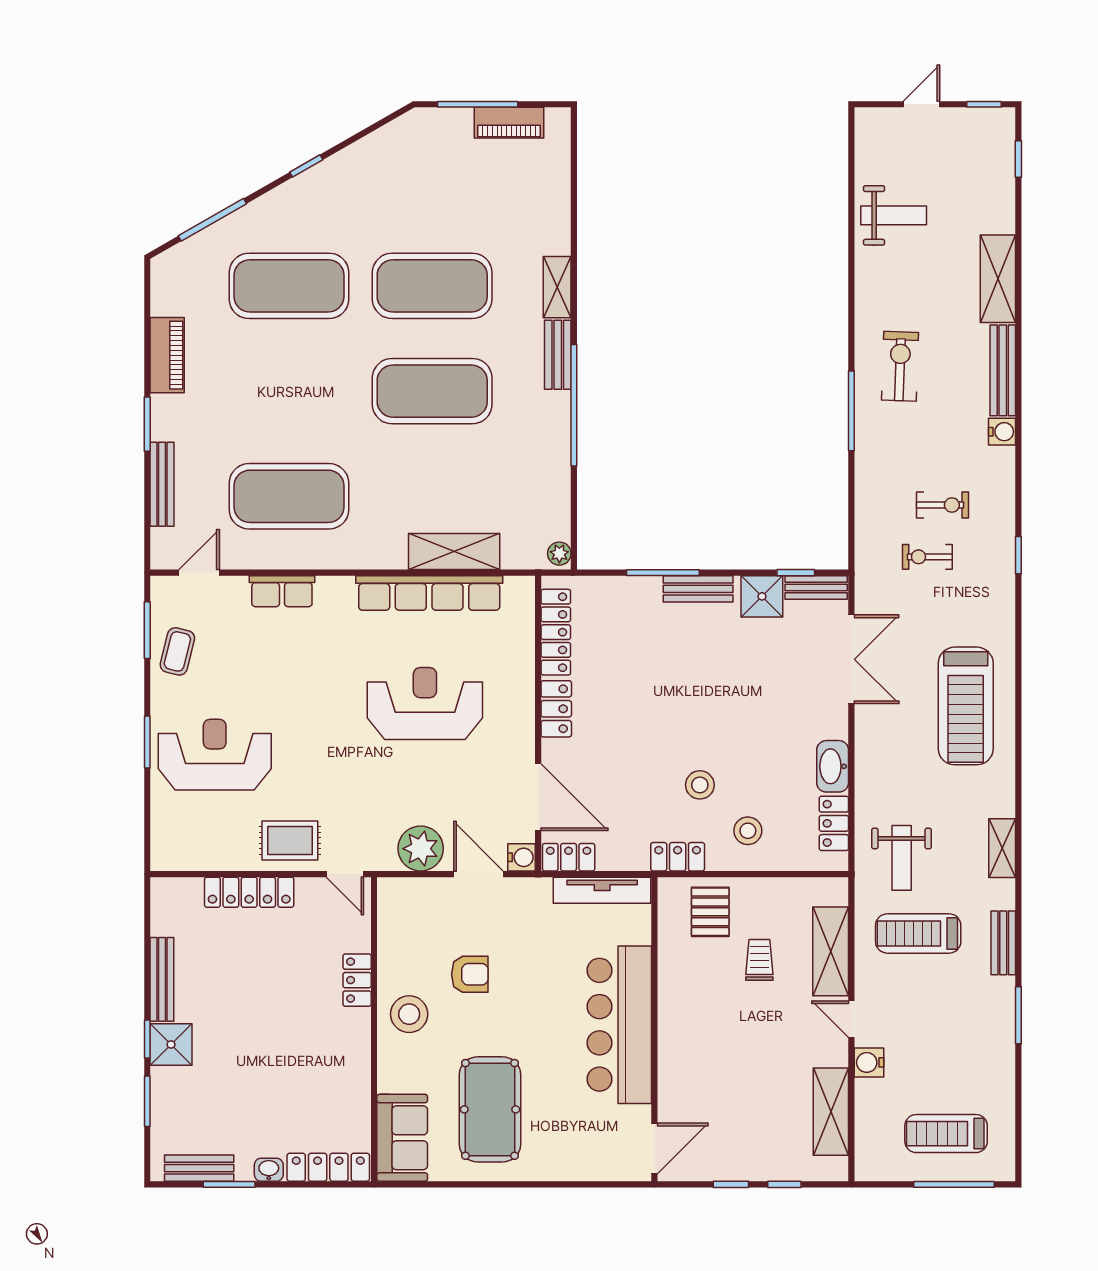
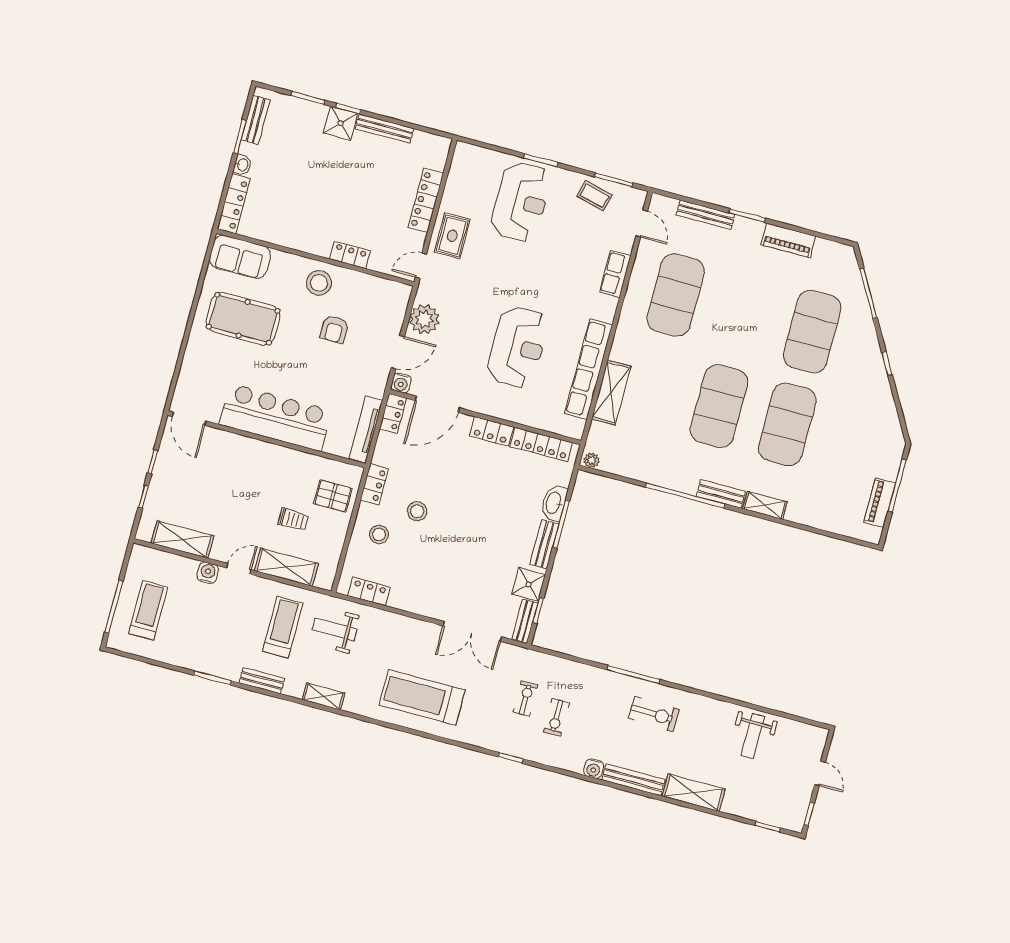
washbasin: (833, 766) -> (554, 503), moved, turned -90

